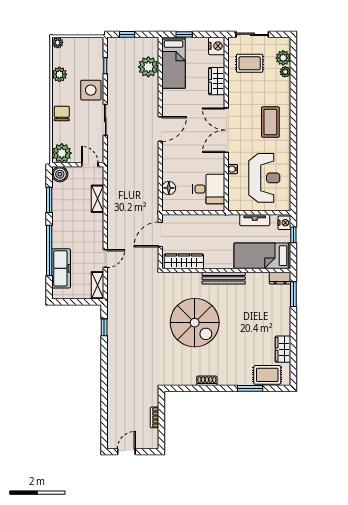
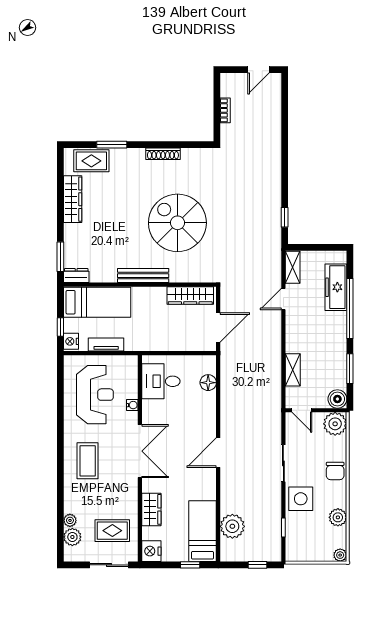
reception desk: (264, 178) -> (95, 395), turned 180
wardrobe: (283, 349) -> (73, 199), width x1.50
shoe rack: (207, 381) -> (163, 154), width x1.43

